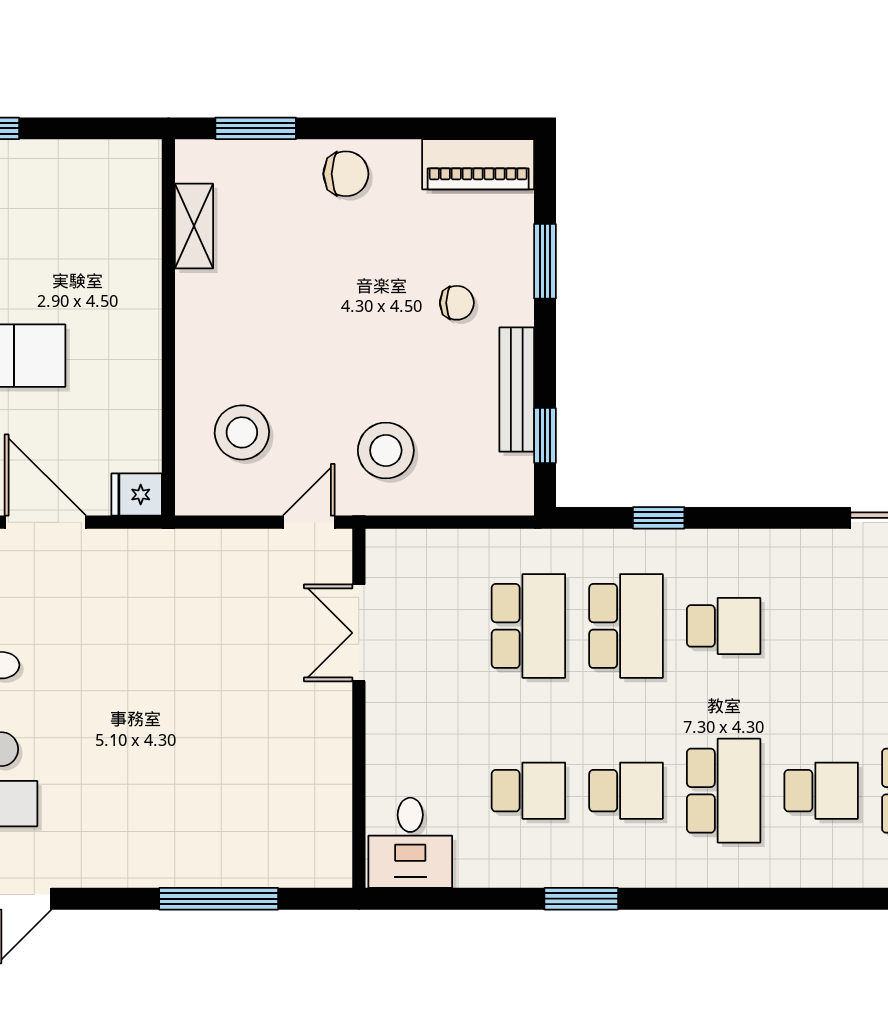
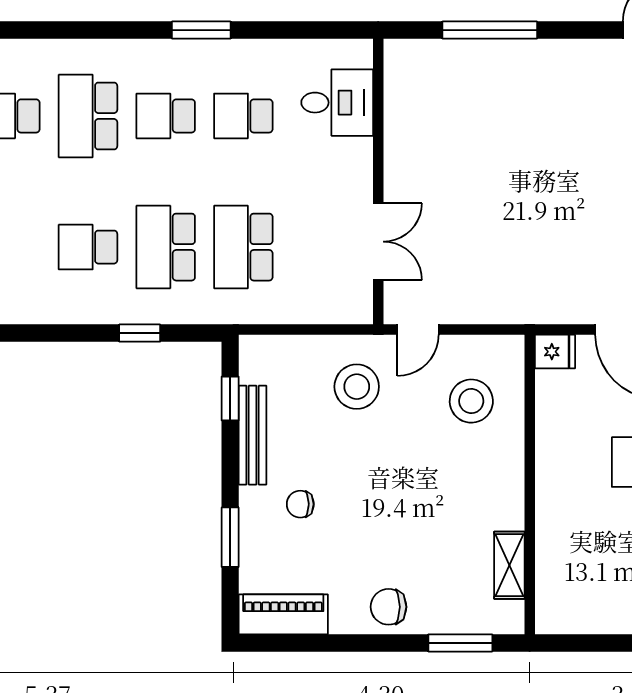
desk: (410, 843) -> (337, 103), moved, turned 90

